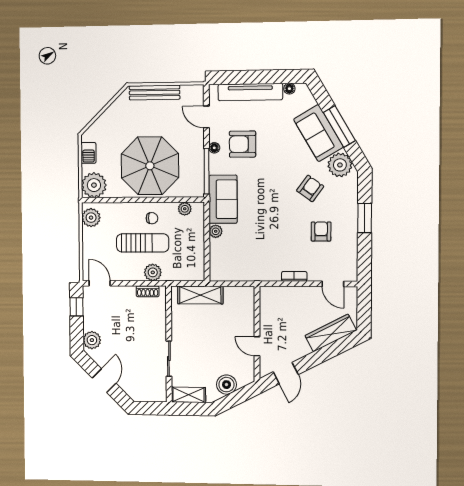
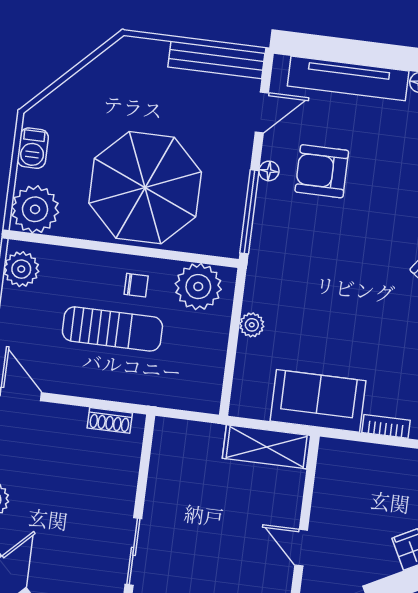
bench: (155, 93) -> (216, 60), moved
door: (206, 117) -> (262, 112), swing flipped
sofa: (223, 199) -> (318, 401), moved, turned -90
plant: (185, 209) -> (198, 287), width x1.87, depth x1.87
plant: (153, 272) -> (124, 386), removed
shelving: (200, 295) -> (267, 447), moved

